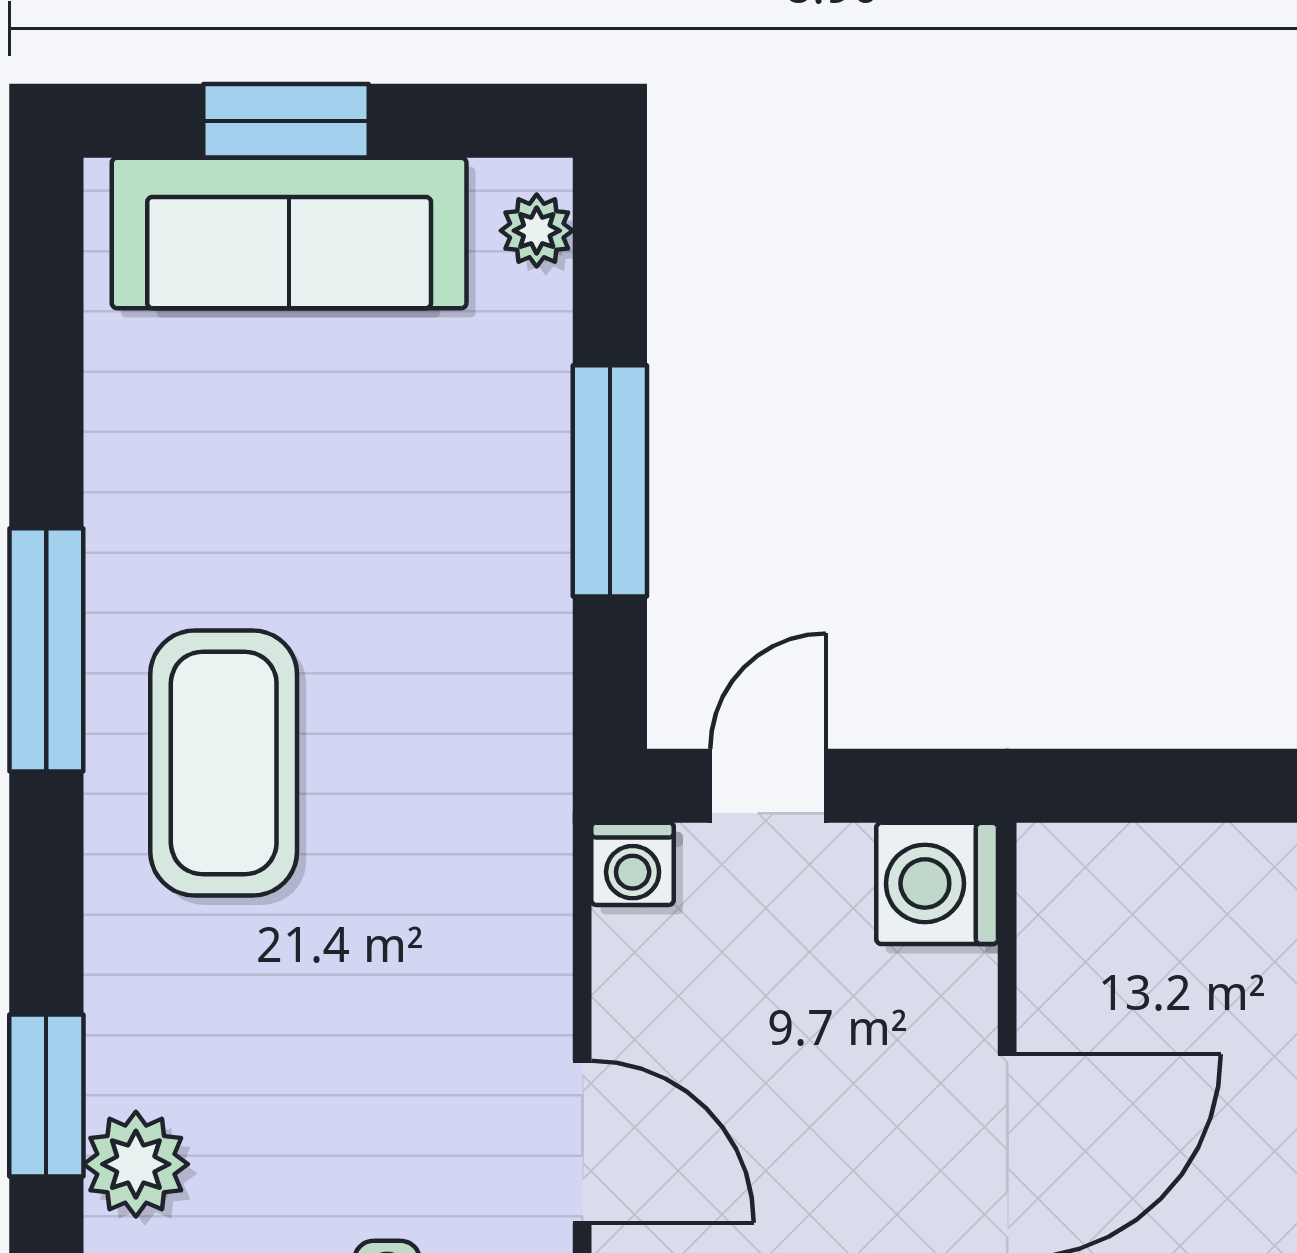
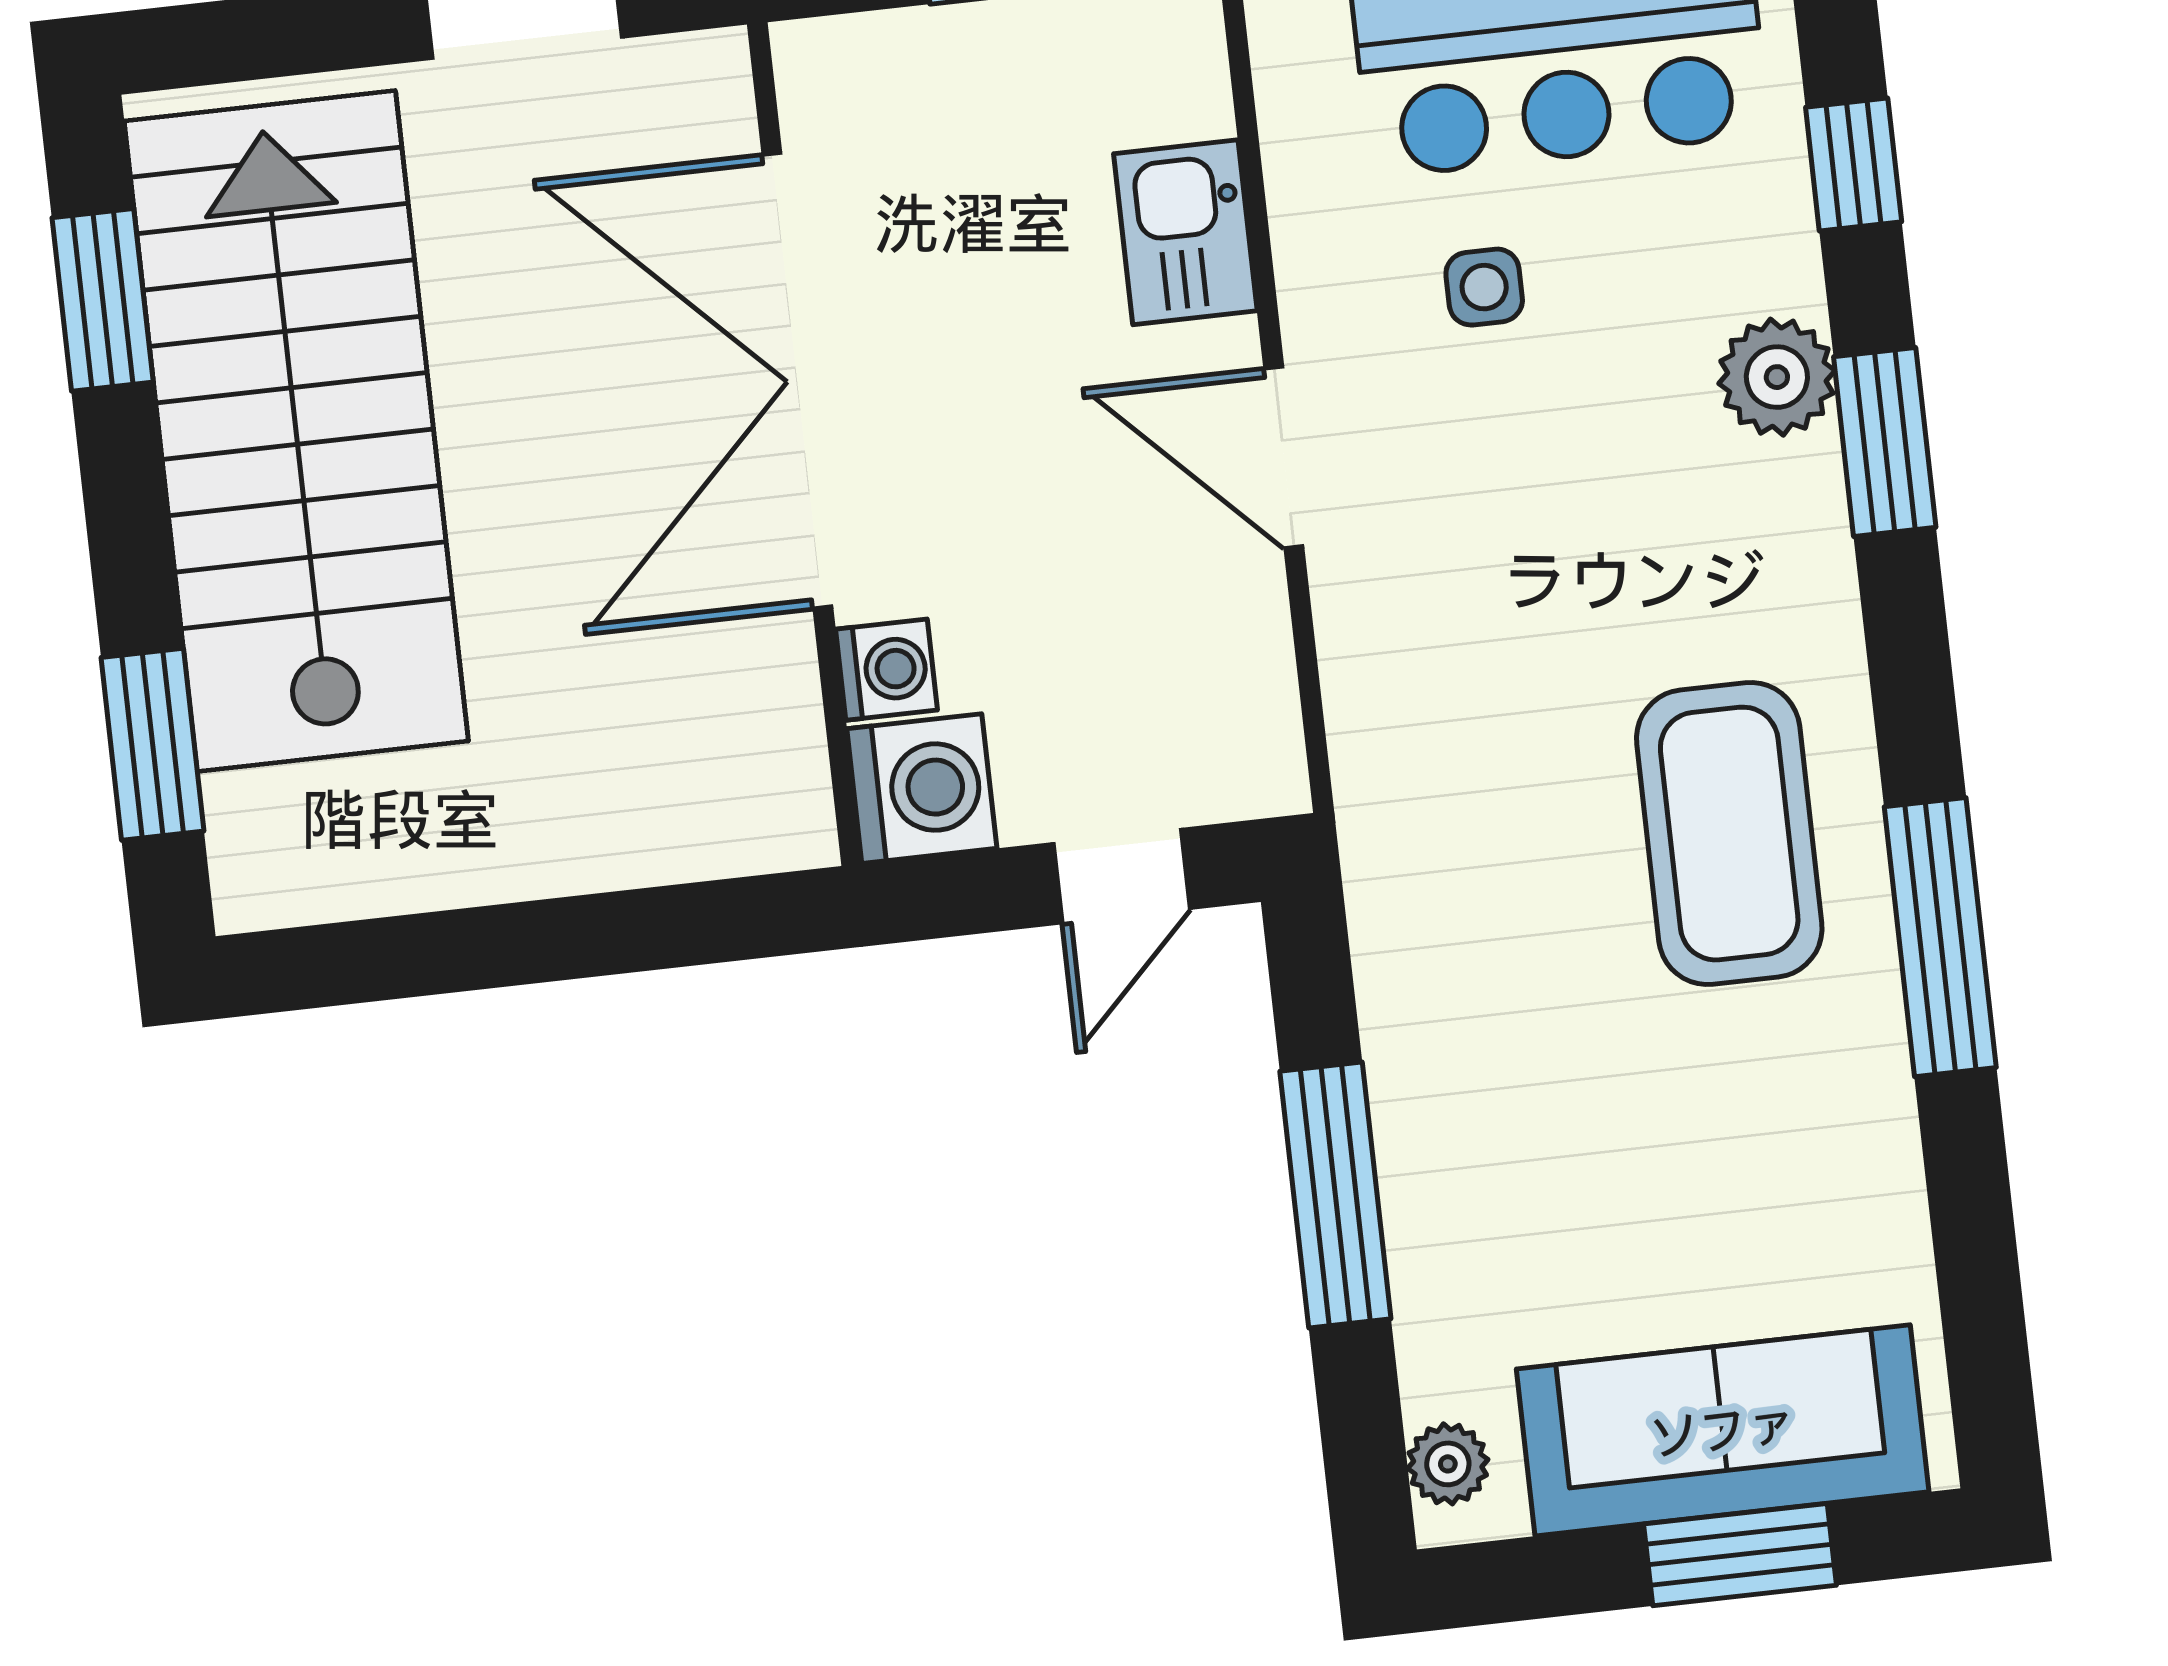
washing machine: (633, 864) -> (886, 670), moved, turned 90

